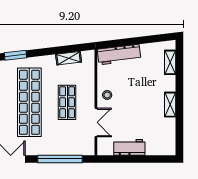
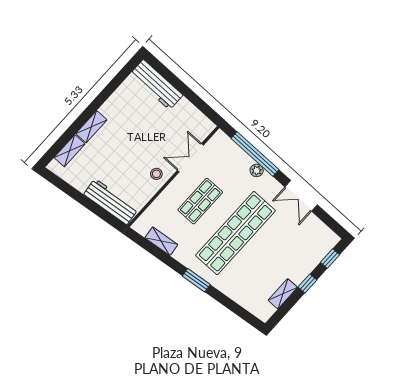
window: (16, 55) -> (196, 280), moved
shelving: (170, 105) -> (91, 127), moved
workbench: (129, 147) -> (156, 85), moved, width x1.38
plant: (50, 150) -> (257, 170), added

